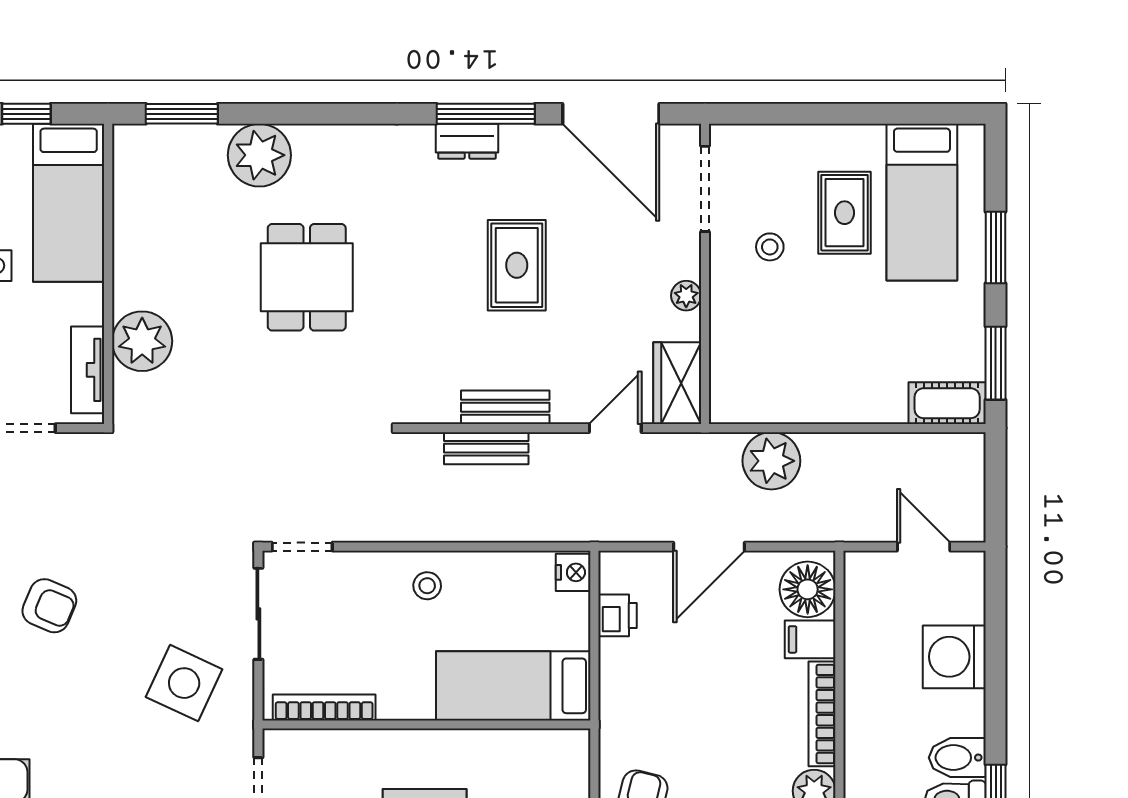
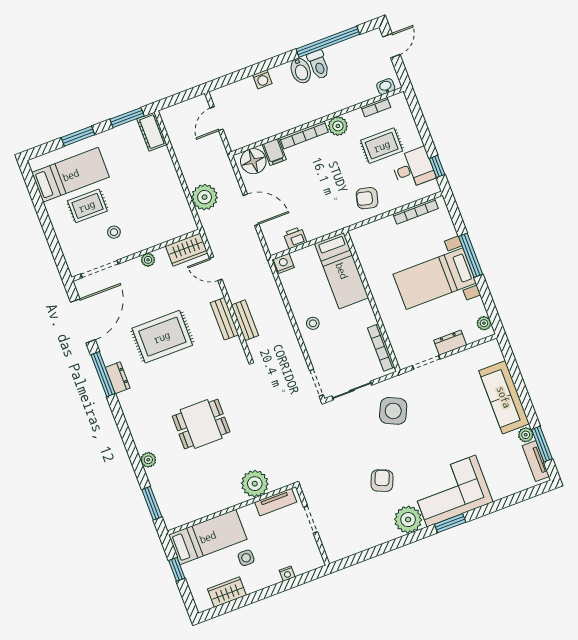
plant: (259, 155) -> (148, 460), width x0.53, depth x0.53
rug: (517, 265) -> (162, 337), width x1.36, depth x1.43
washing machine: (954, 657) -> (262, 79), width x0.53, depth x0.53

